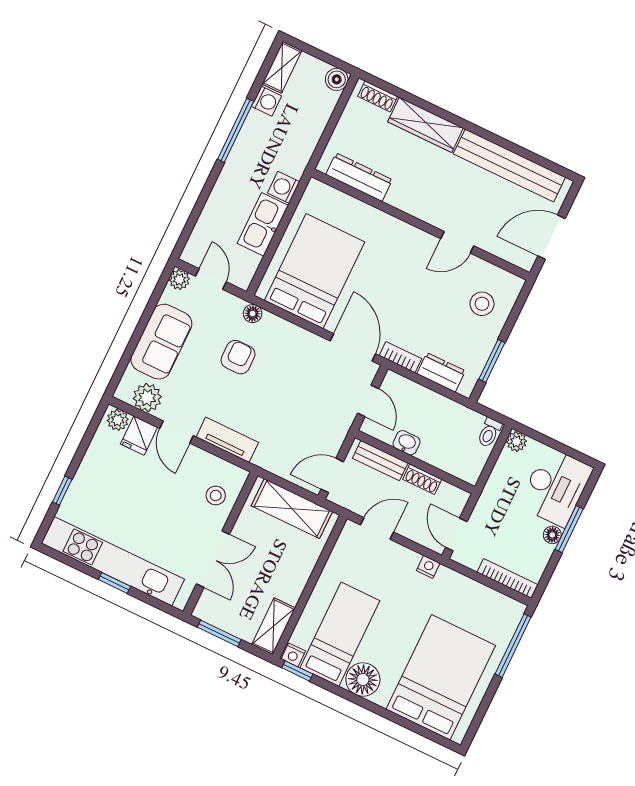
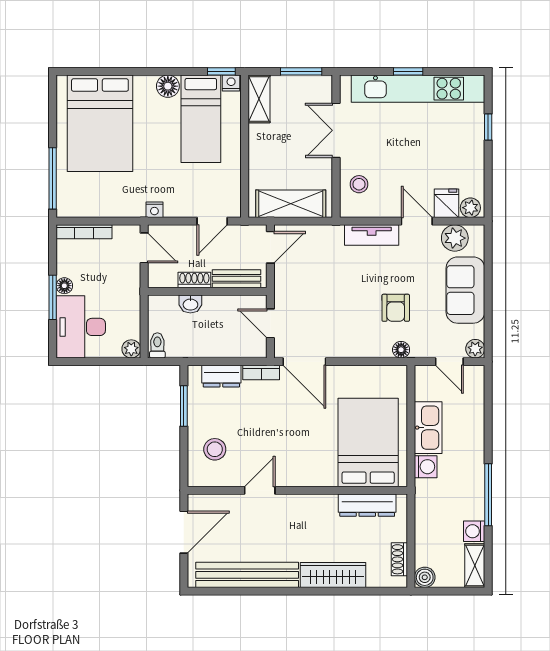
shoe rack: (378, 96) -> (399, 559), moved, turned -90
bed: (315, 271) -> (368, 443), moved, turned 180
washbasin: (407, 443) -> (190, 304), moved
floor lamp: (363, 680) -> (168, 86), width x0.73, depth x0.73

